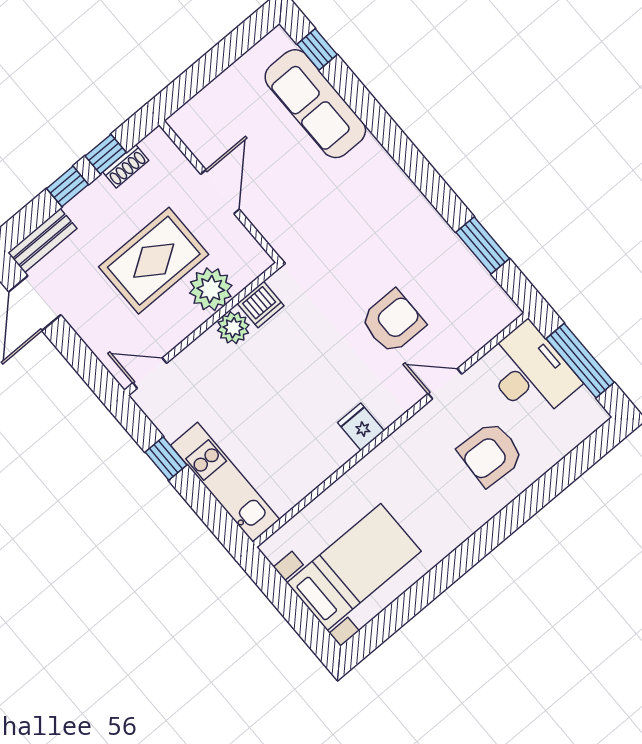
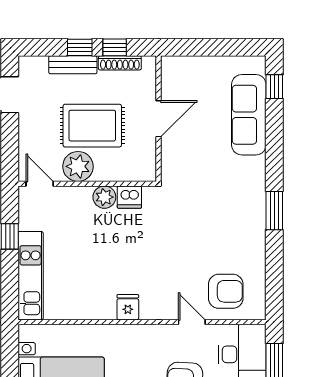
shoe rack: (126, 166) -> (120, 63), width x1.43
bench: (42, 240) -> (73, 65), moved
window: (483, 245) -> (274, 211), moved
plant: (211, 289) -> (78, 166), moved
armchair: (393, 322) -> (226, 291), moved

